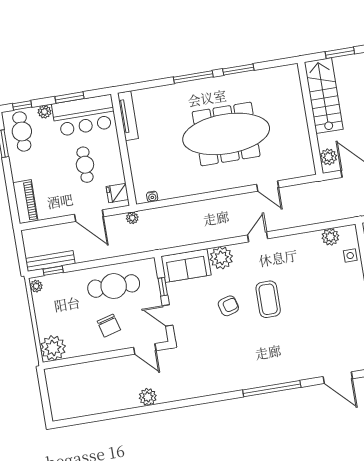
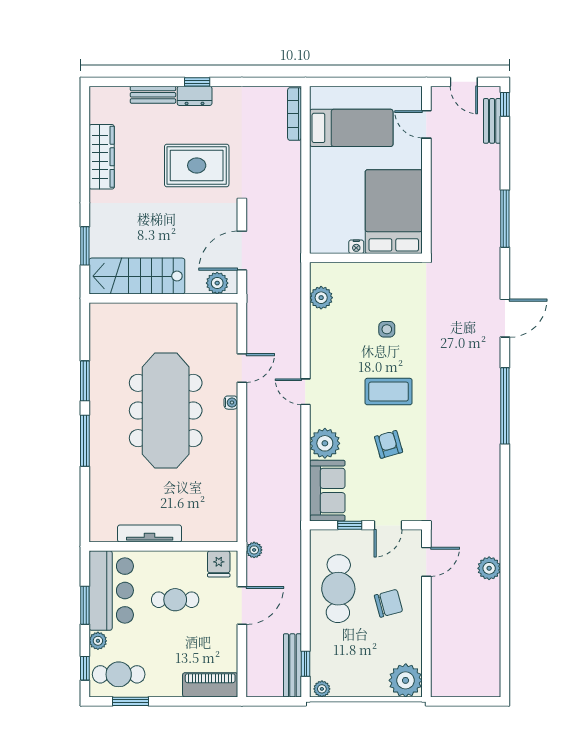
tv unit: (128, 116) -> (150, 534), moved
water cooler: (152, 197) -> (231, 403), moved
side table: (350, 256) -> (387, 329), moved

